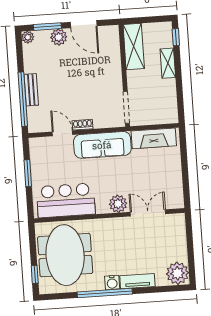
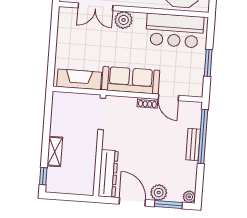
shelving: (134, 47) -> (86, 173), removed
dresser: (112, 49) -> (108, 173), added

